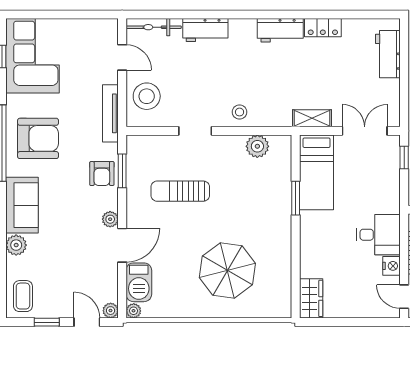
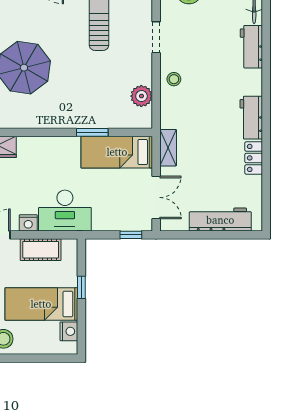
workbench: (388, 54) -> (220, 220), width x1.37
desk: (378, 235) -> (65, 211), width x1.37

